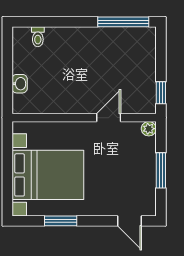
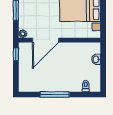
window: (123, 22) -> (55, 95), moved
door: (109, 118) -> (46, 40), width x1.87

